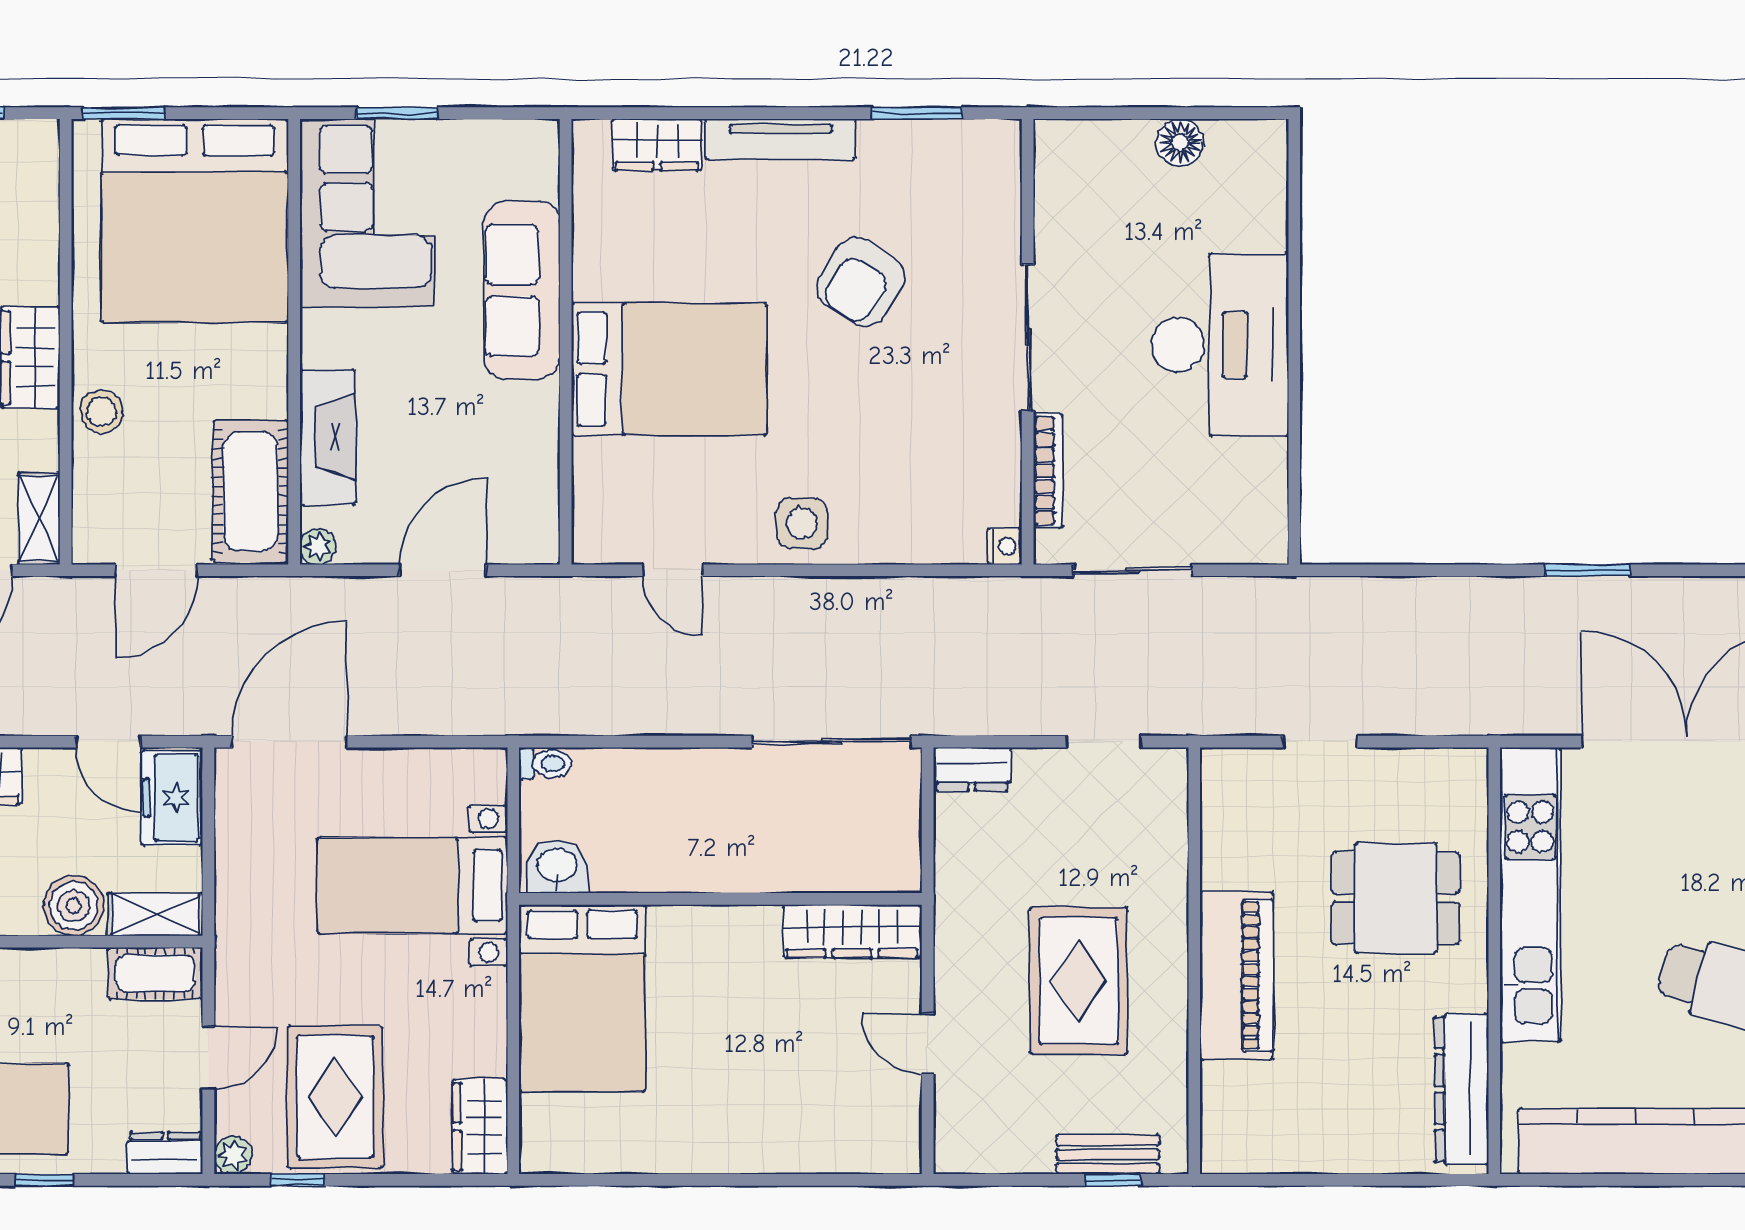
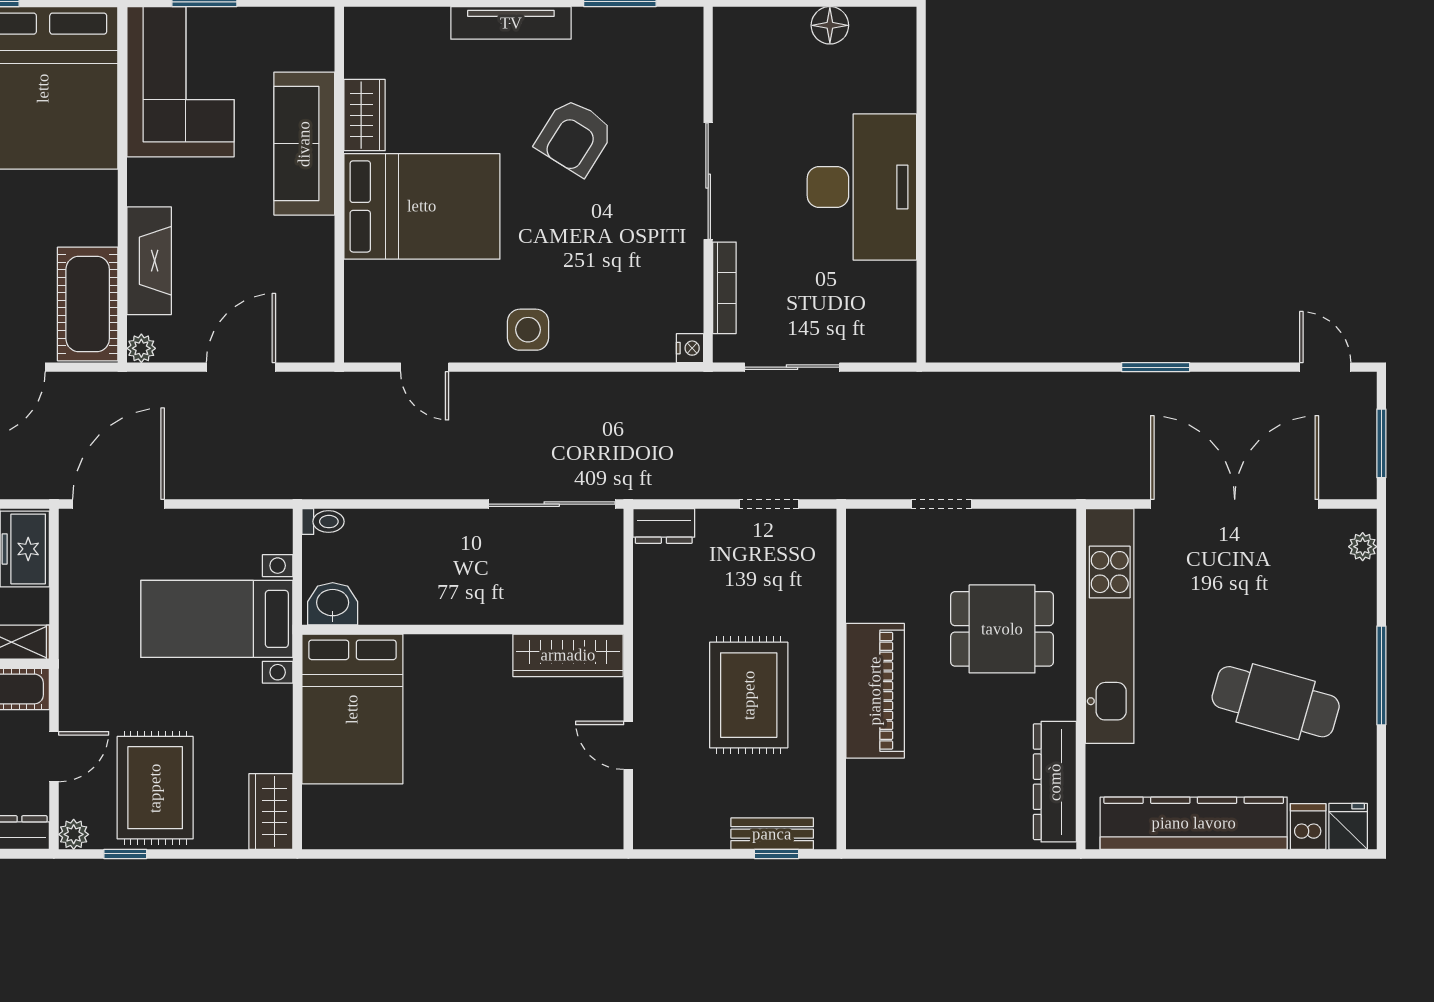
wardrobe: (657, 145) -> (364, 115), moved, turned -90

